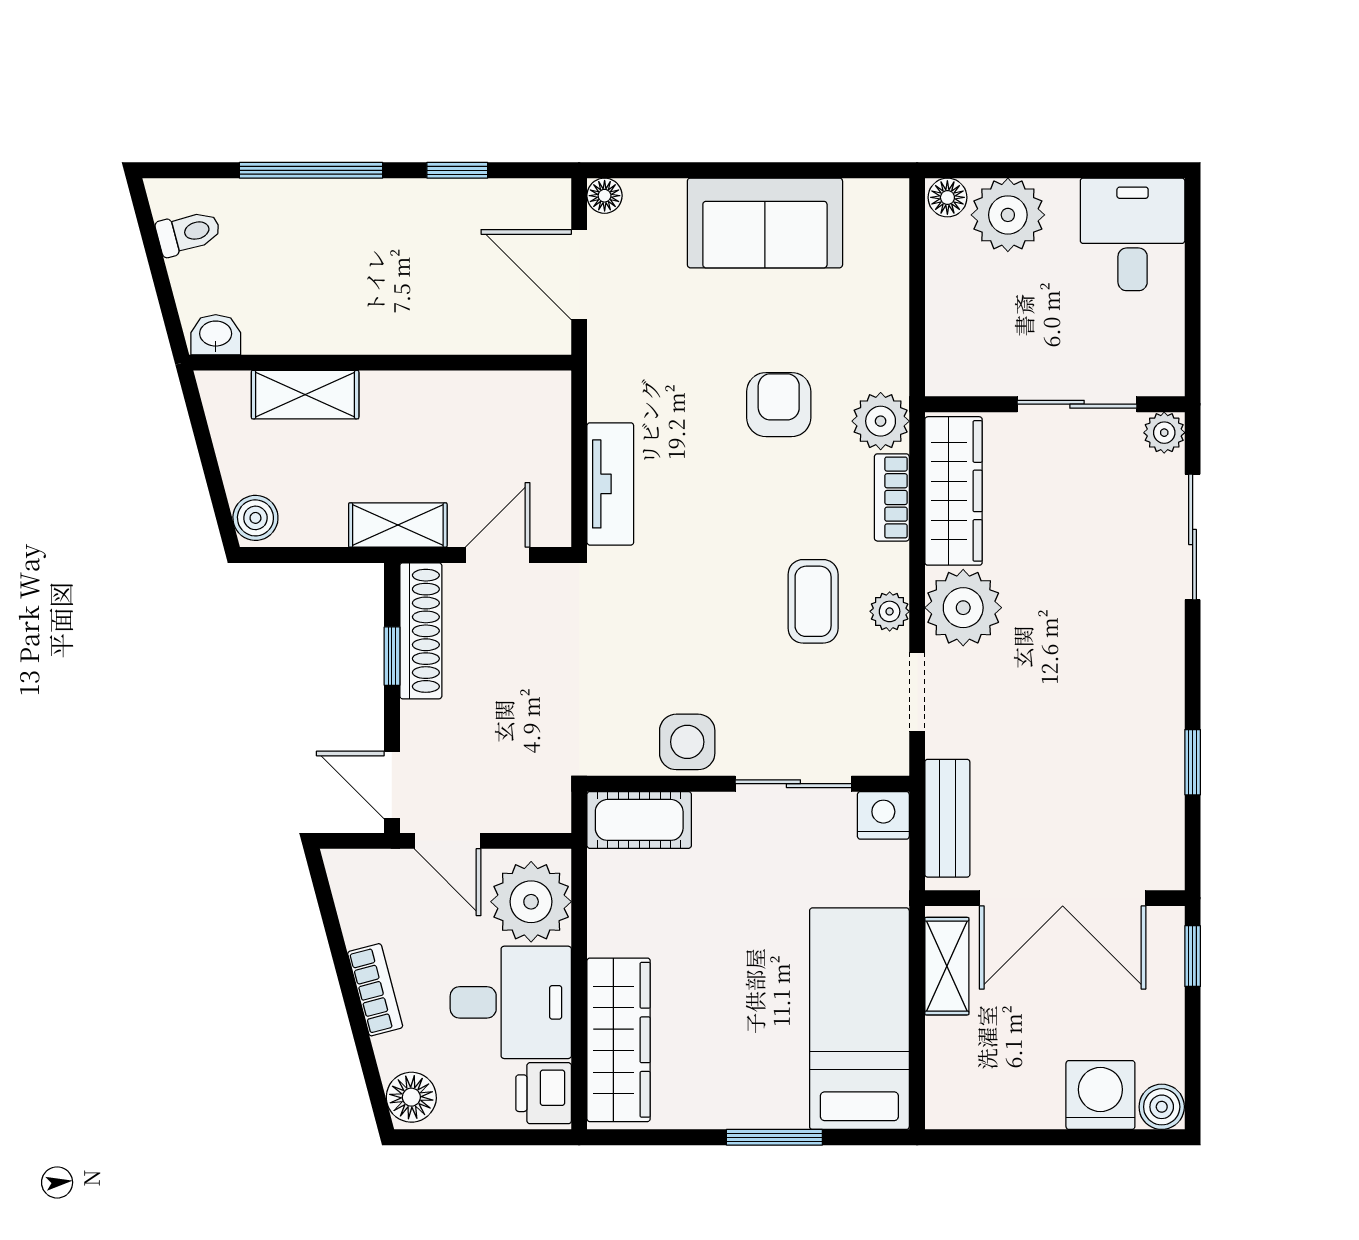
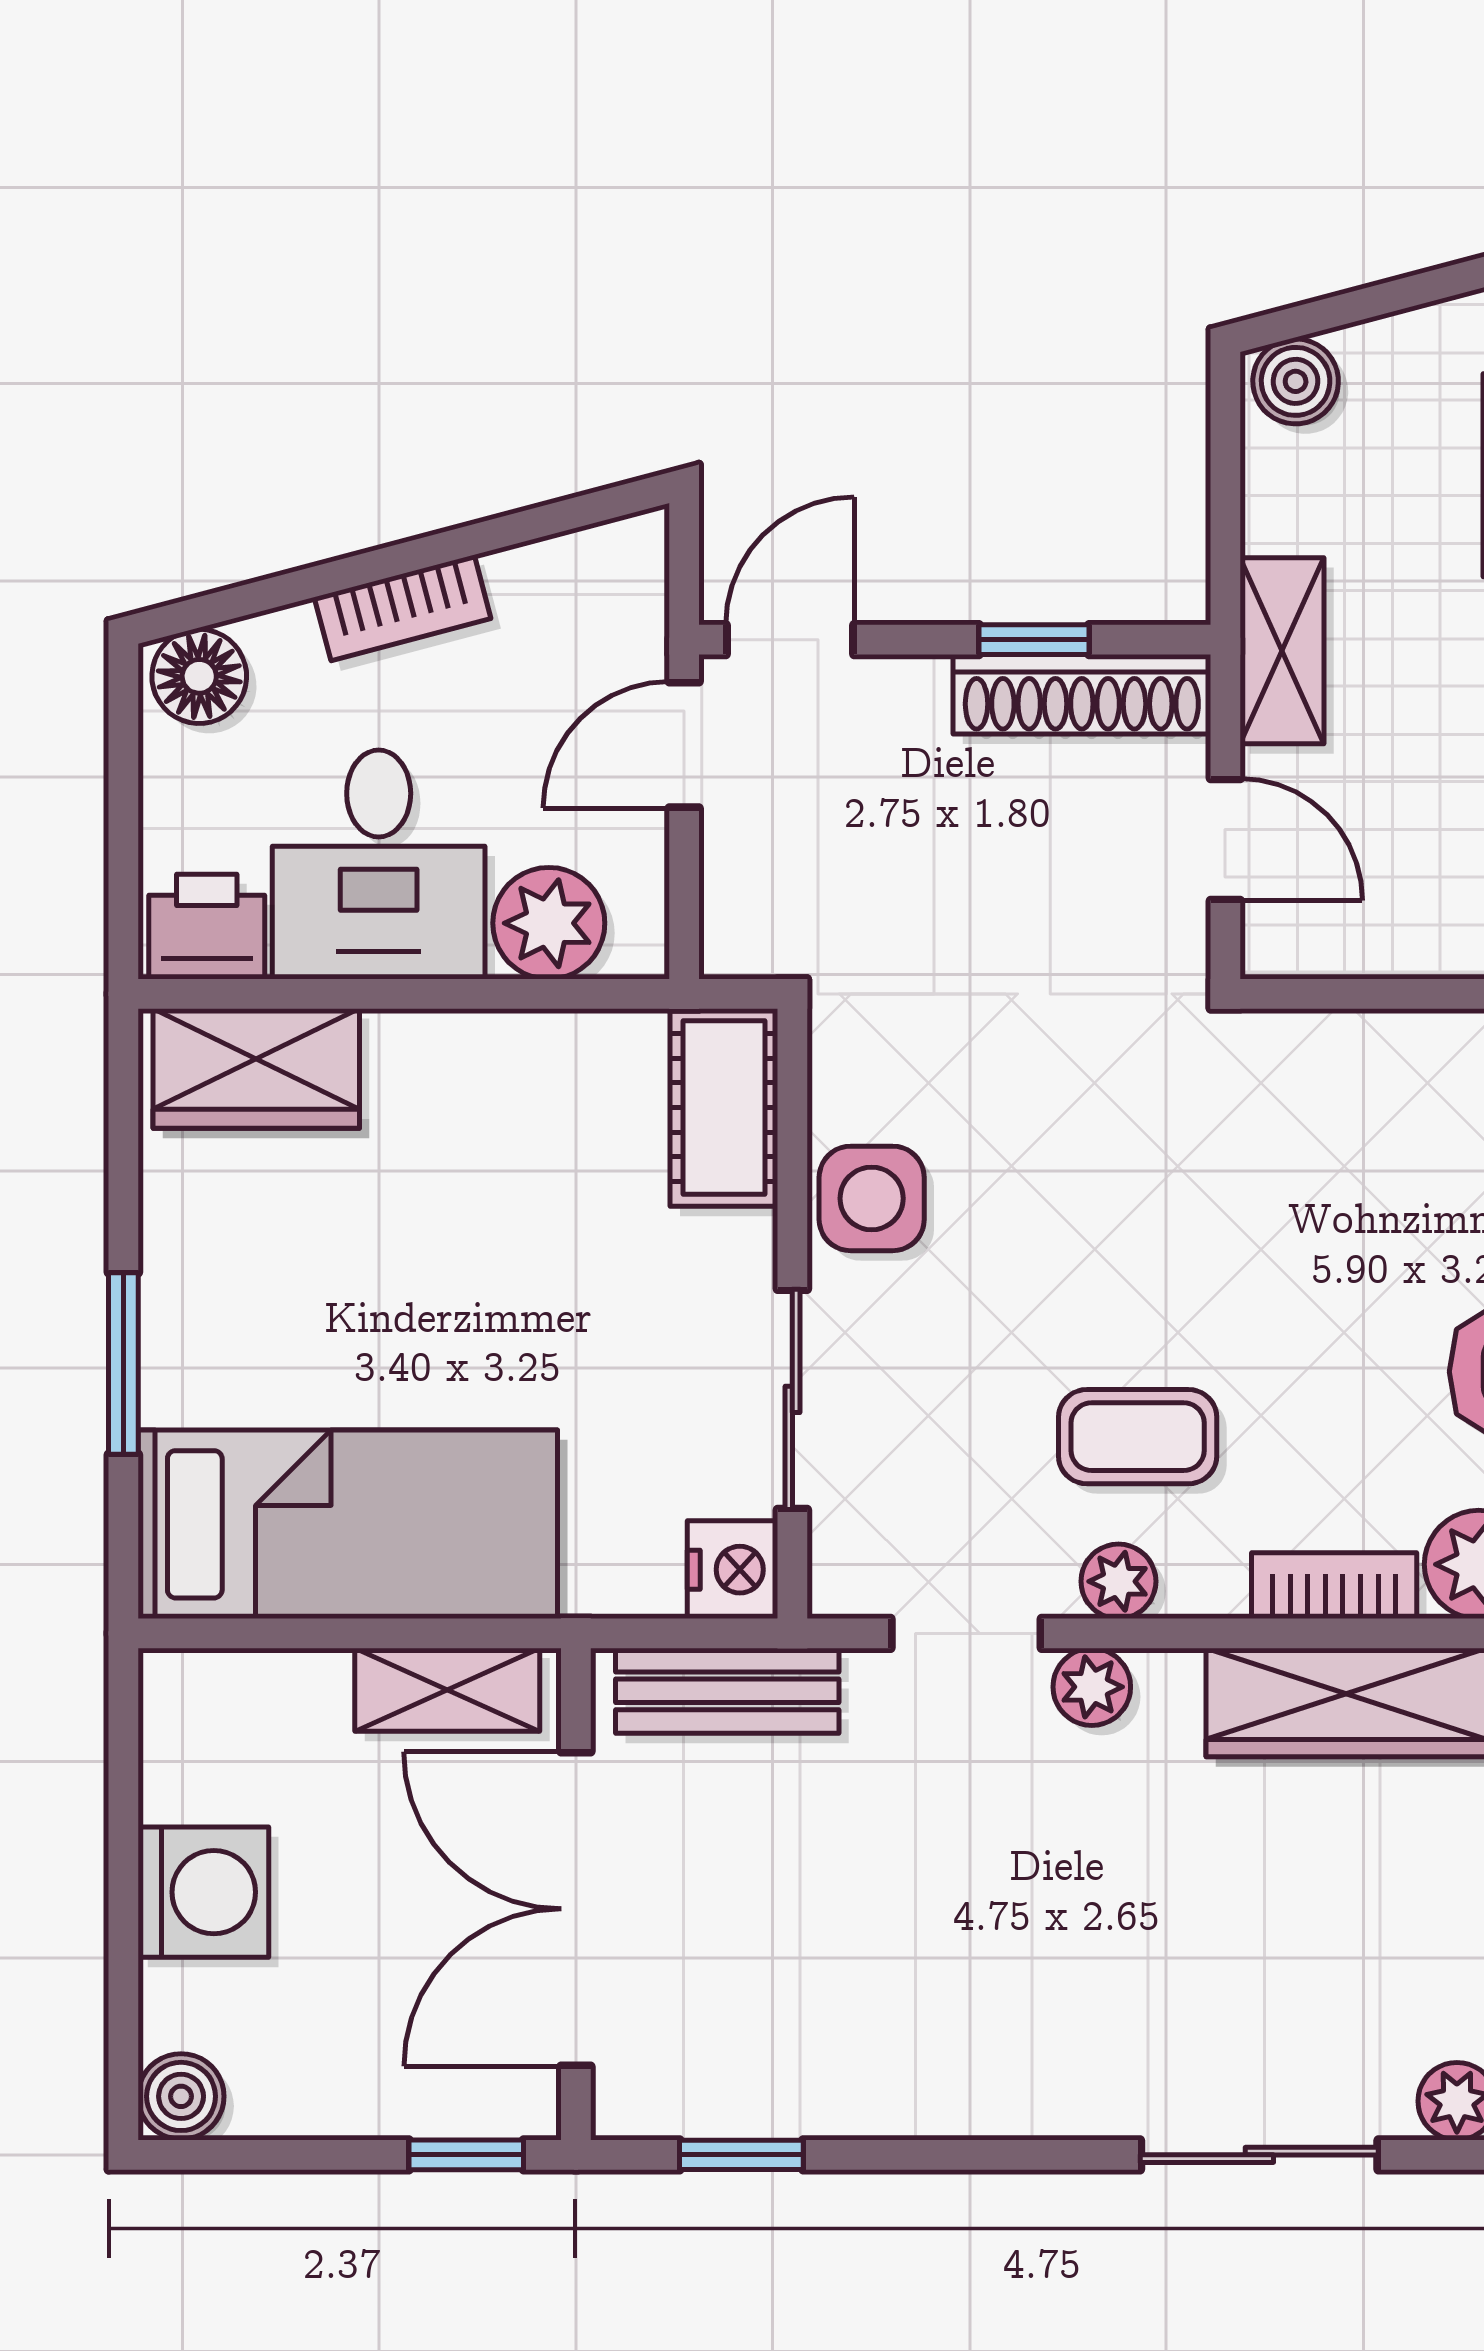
tv unit: (610, 484) -> (1360, 1053), removed
plant: (963, 608) -> (1092, 1687), width x0.53, depth x0.53
window: (1193, 762) -> (741, 2155), moved
plant: (531, 902) -> (549, 923), width x0.73, depth x0.73
wardrobe: (619, 1040) -> (256, 1069), width x0.67
washing machine: (1100, 1095) -> (203, 1892), moved

